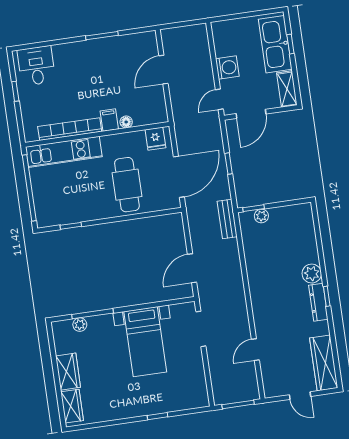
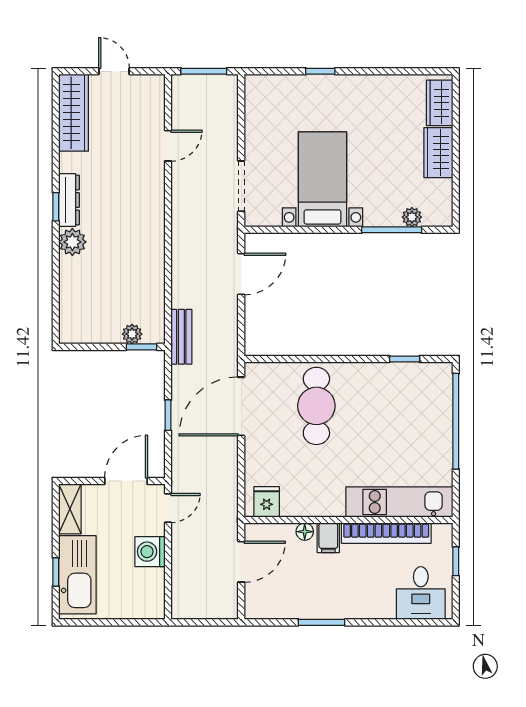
filing cabinet: (109, 120) -> (328, 538), moved
floor lamp: (126, 122) -> (305, 532), moved
bookcase: (70, 129) -> (386, 533), moved
wall: (97, 134) -> (348, 520), moved
fridge: (155, 139) -> (267, 502), moved
kitchen unit: (64, 152) -> (399, 502), moved

